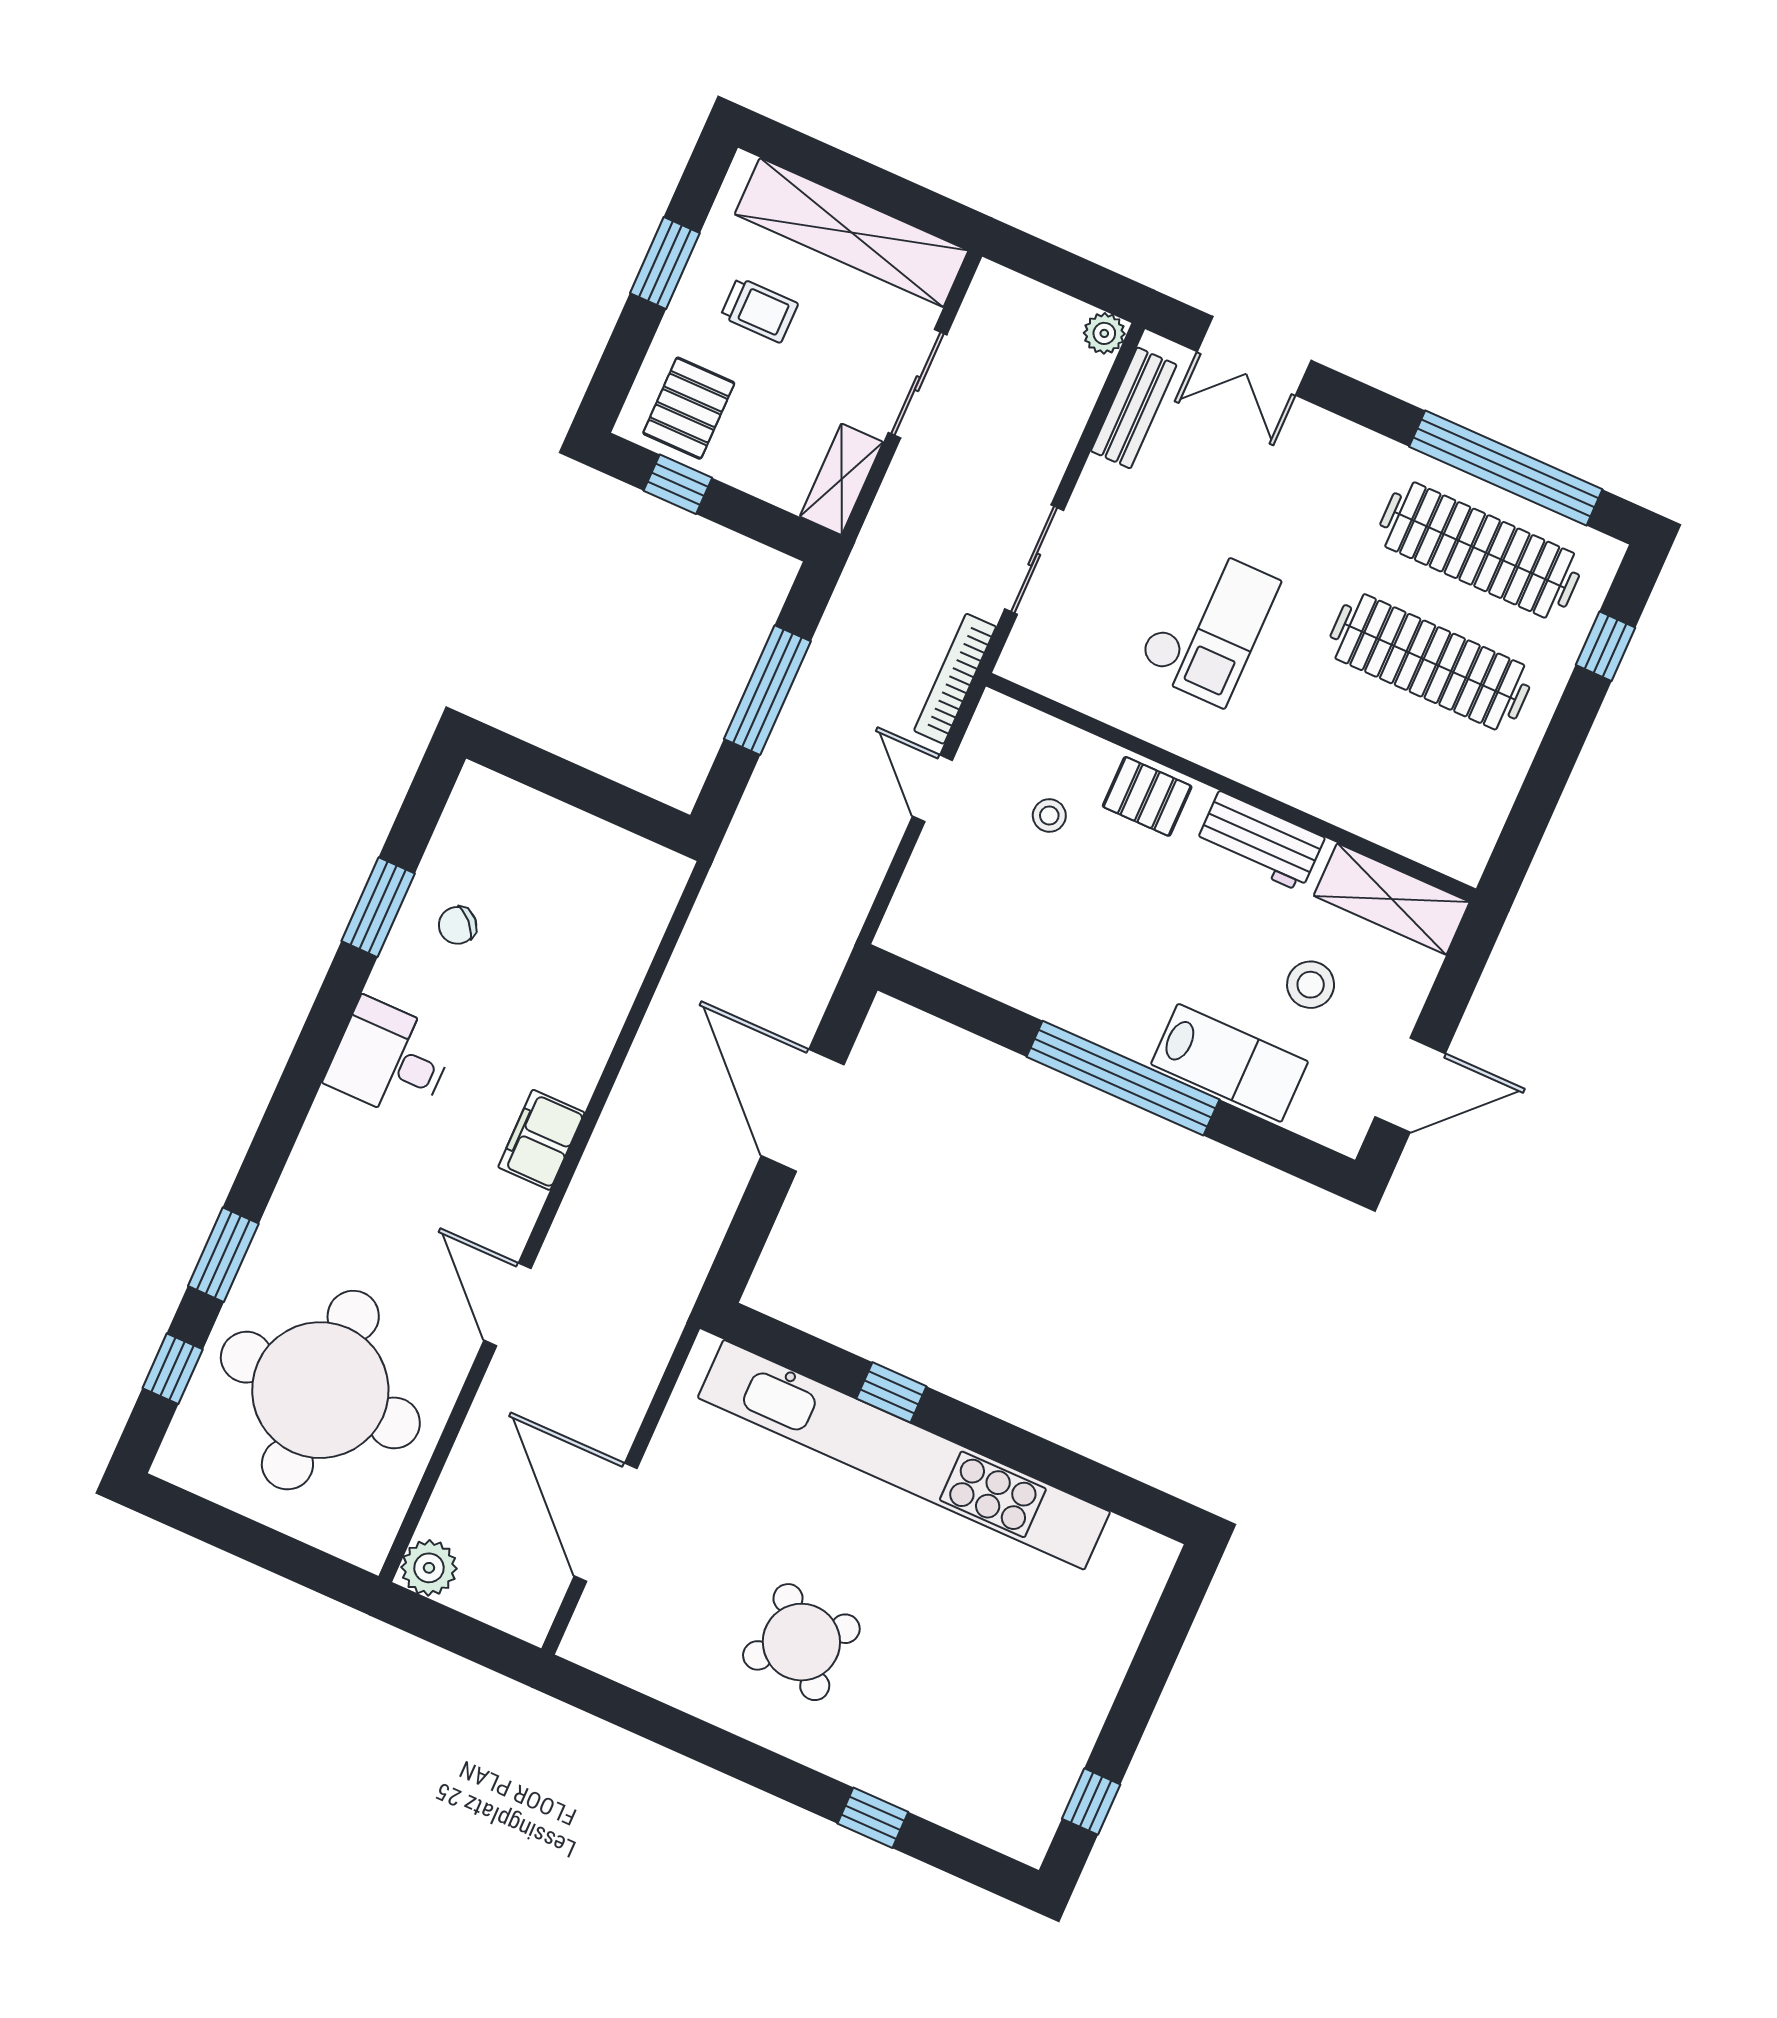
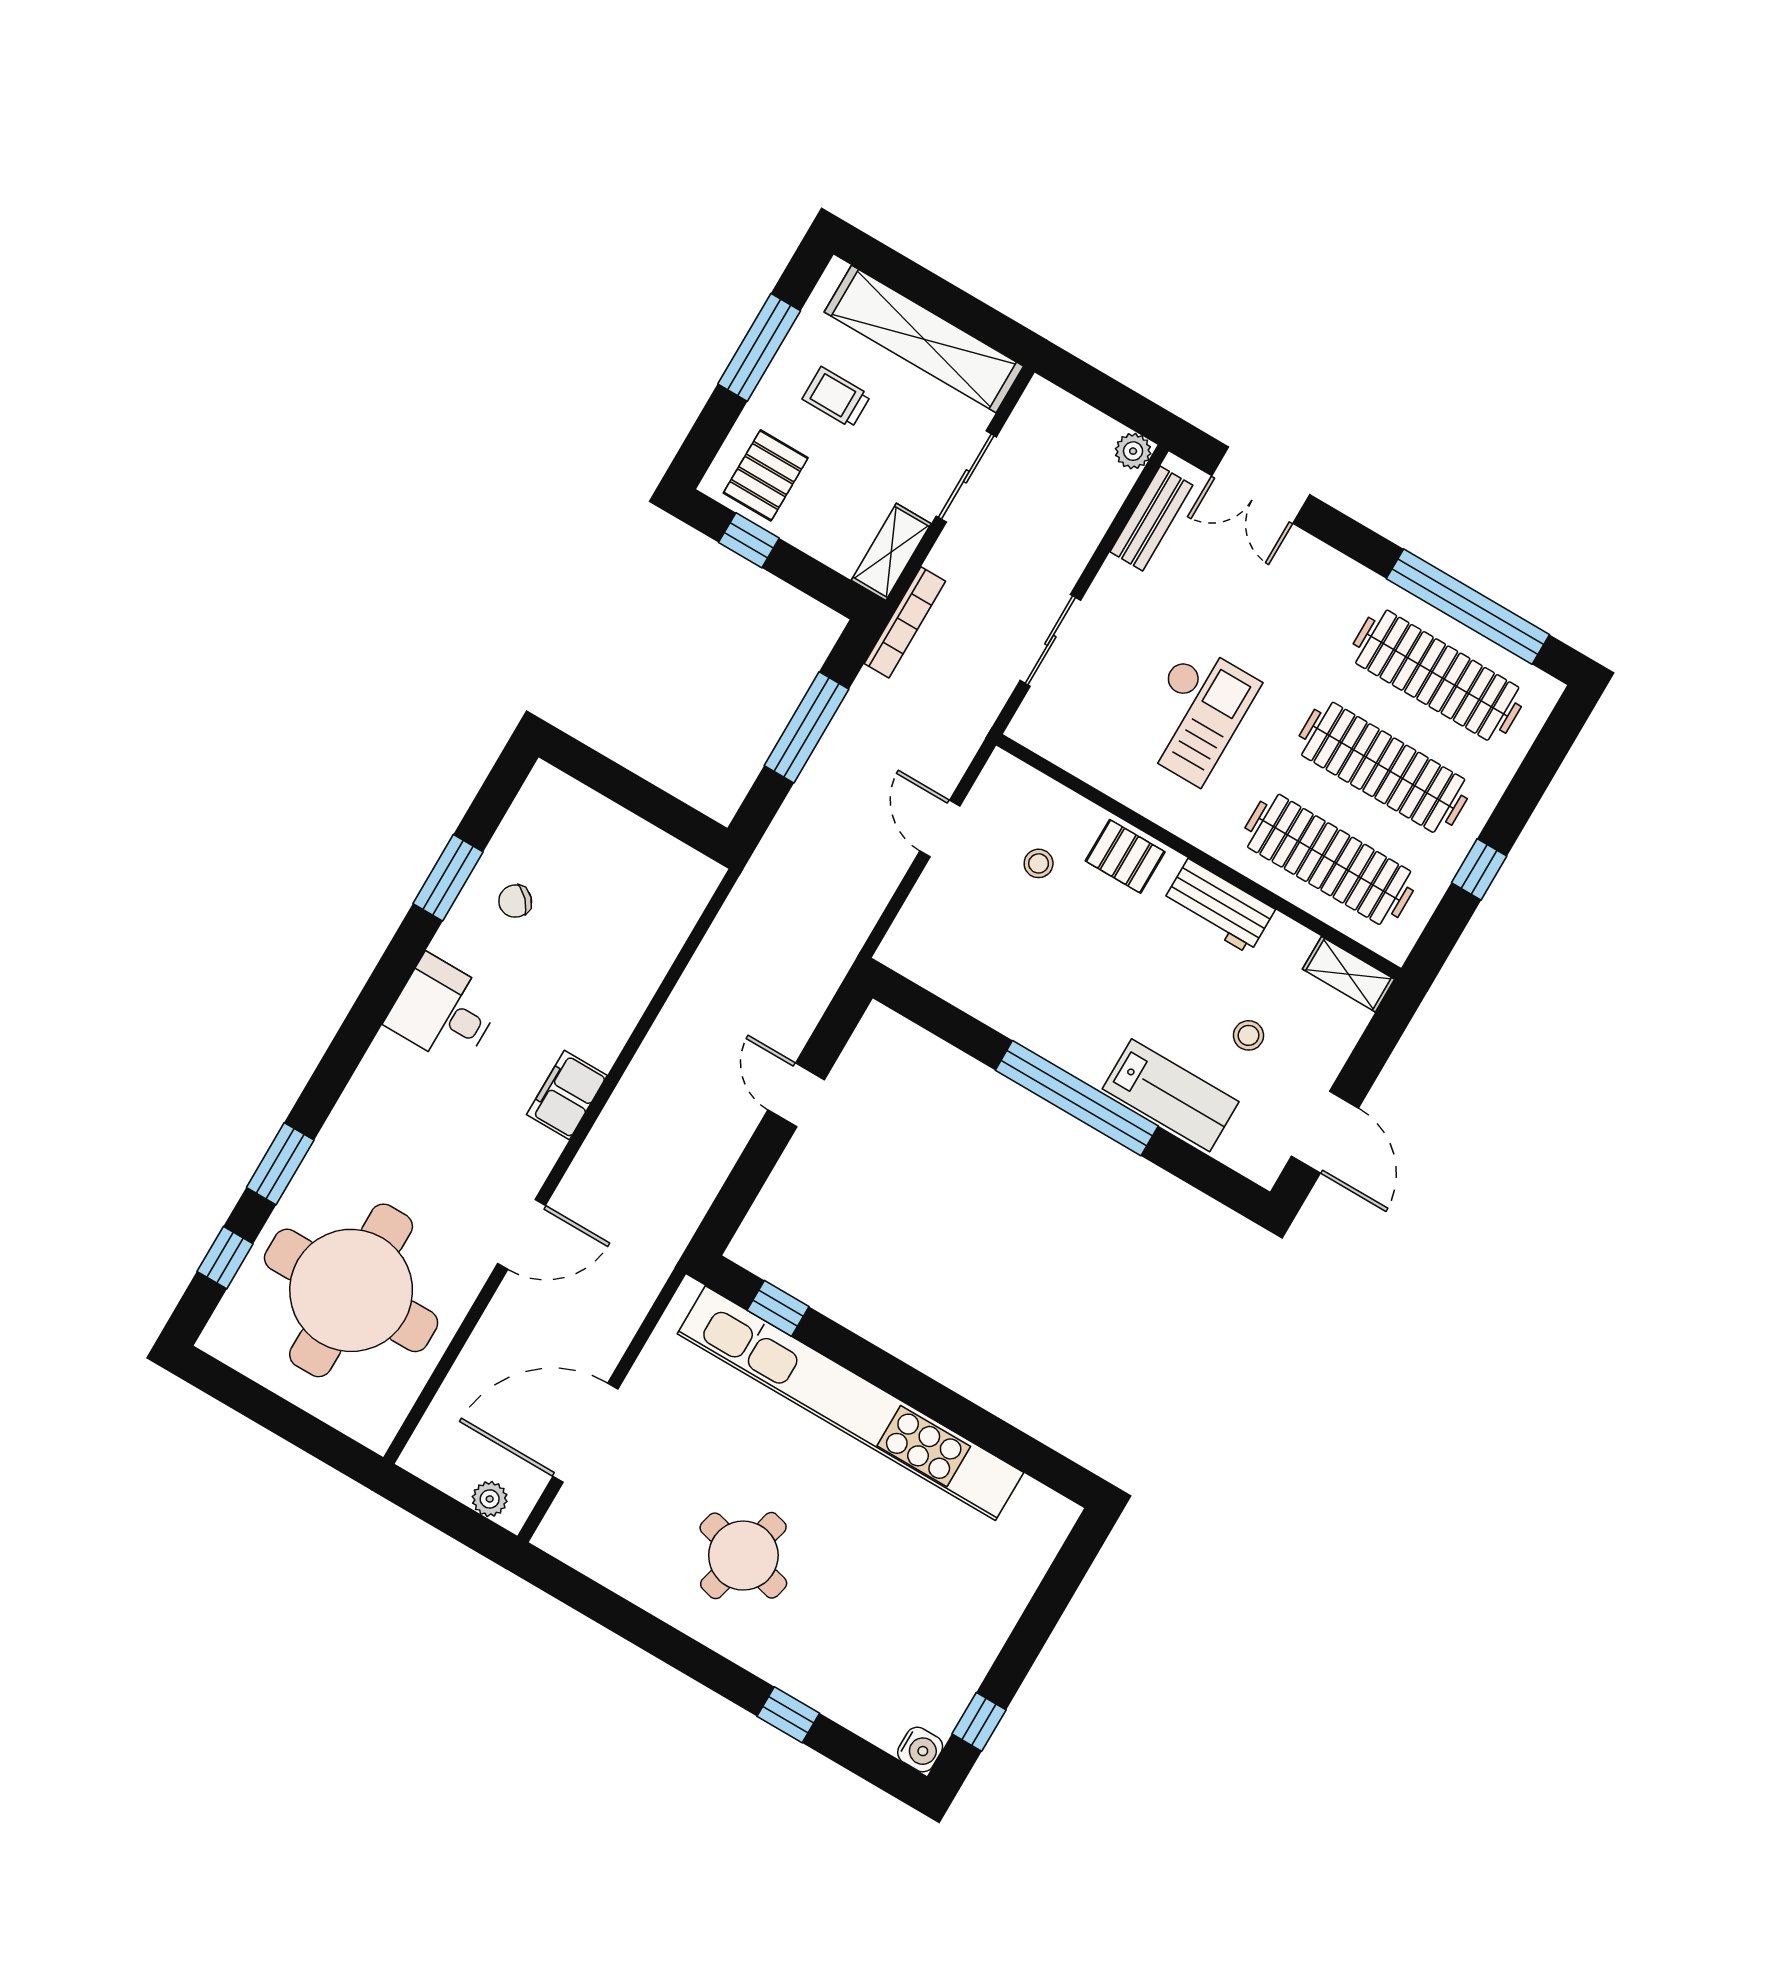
window: (665, 263) -> (759, 347), width x1.44
trolley: (759, 310) -> (836, 397), turned 180
window: (1605, 646) -> (1479, 869), moved
bookcase: (955, 679) -> (905, 622), moved, turned 180
clothes rail: (1380, 774) -> (1329, 859), added
shelving: (1392, 899) -> (1349, 974), width x0.67, depth x0.75
stool: (1311, 985) -> (1248, 1035), width x0.73, depth x0.73
door: (1410, 1085) -> (1325, 1132), hinge flipped
door: (803, 1110) -> (796, 1095), width x0.53
door: (507, 1304) -> (522, 1234), swing flipped
window: (891, 1392) -> (778, 1308), moved
door: (606, 1522) -> (585, 1433), hinge flipped
plant: (429, 1568) -> (490, 1499), moved, width x0.73, depth x0.73
round table: (801, 1642) -> (743, 1556), turned -35
water cooler: (1028, 1841) -> (920, 1750), added

